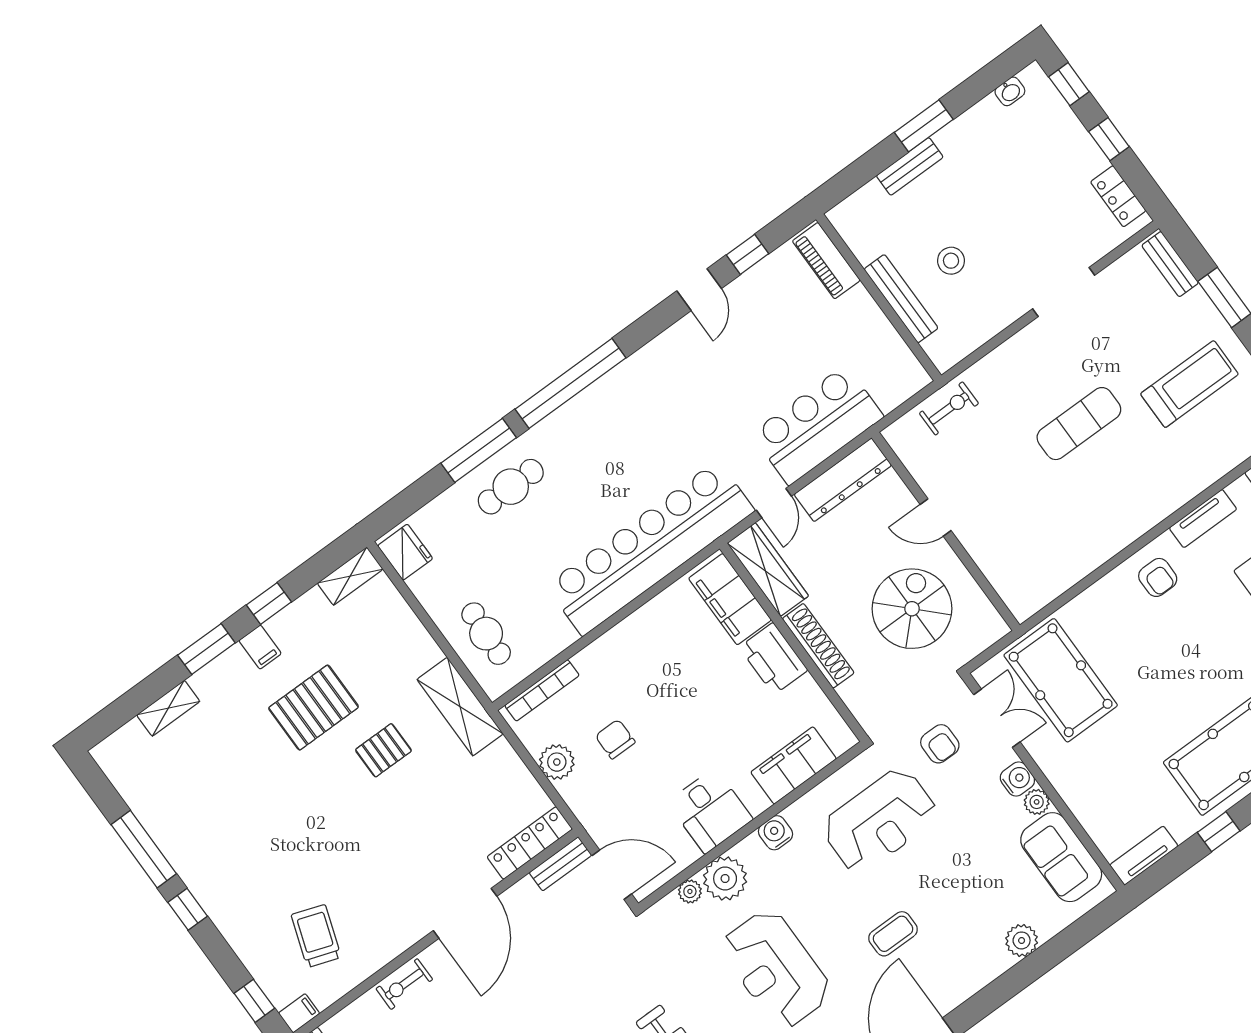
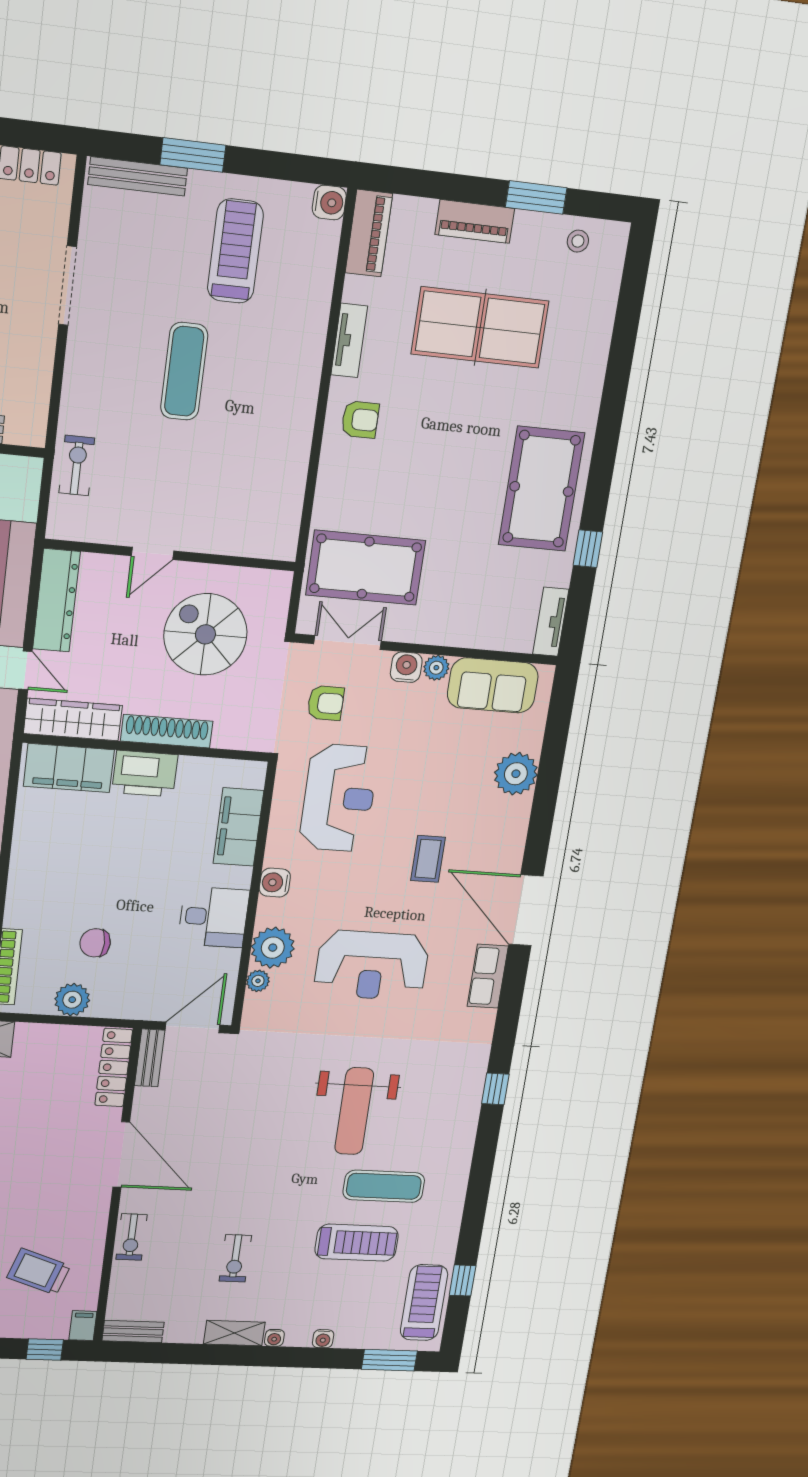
bench: (1170, 264) -> (138, 176), width x1.36
plant: (1022, 940) -> (516, 774), width x1.36, depth x1.36

